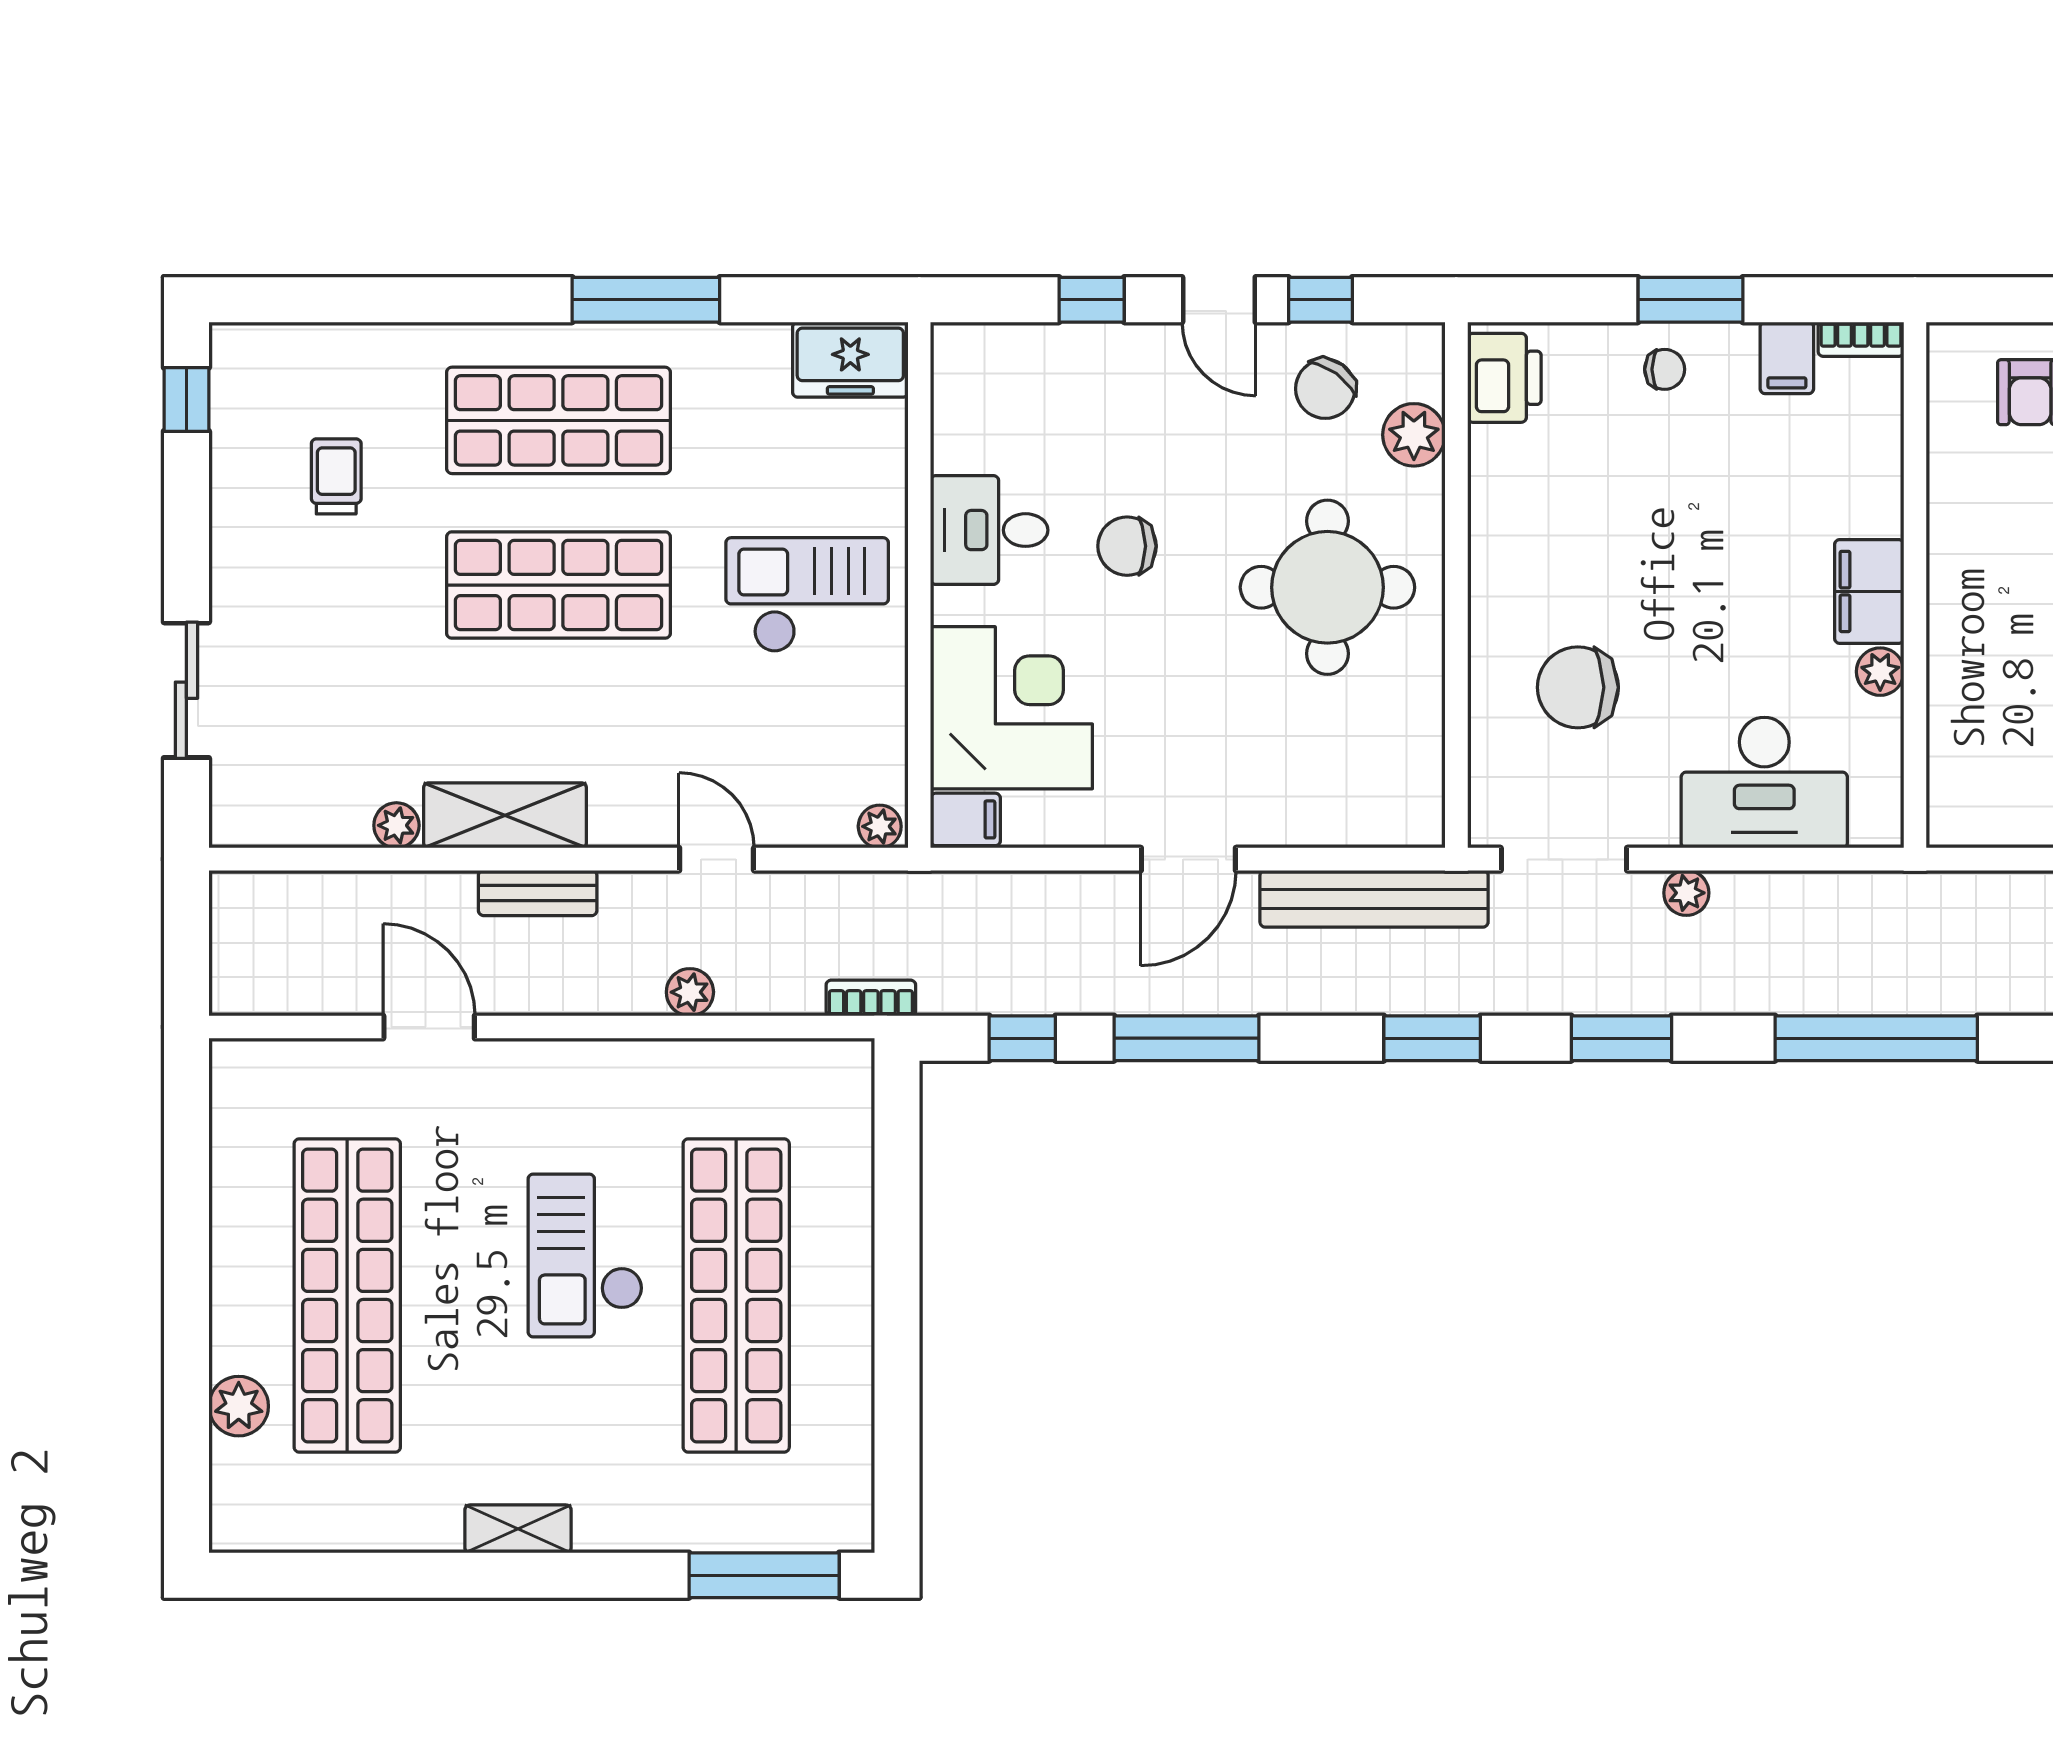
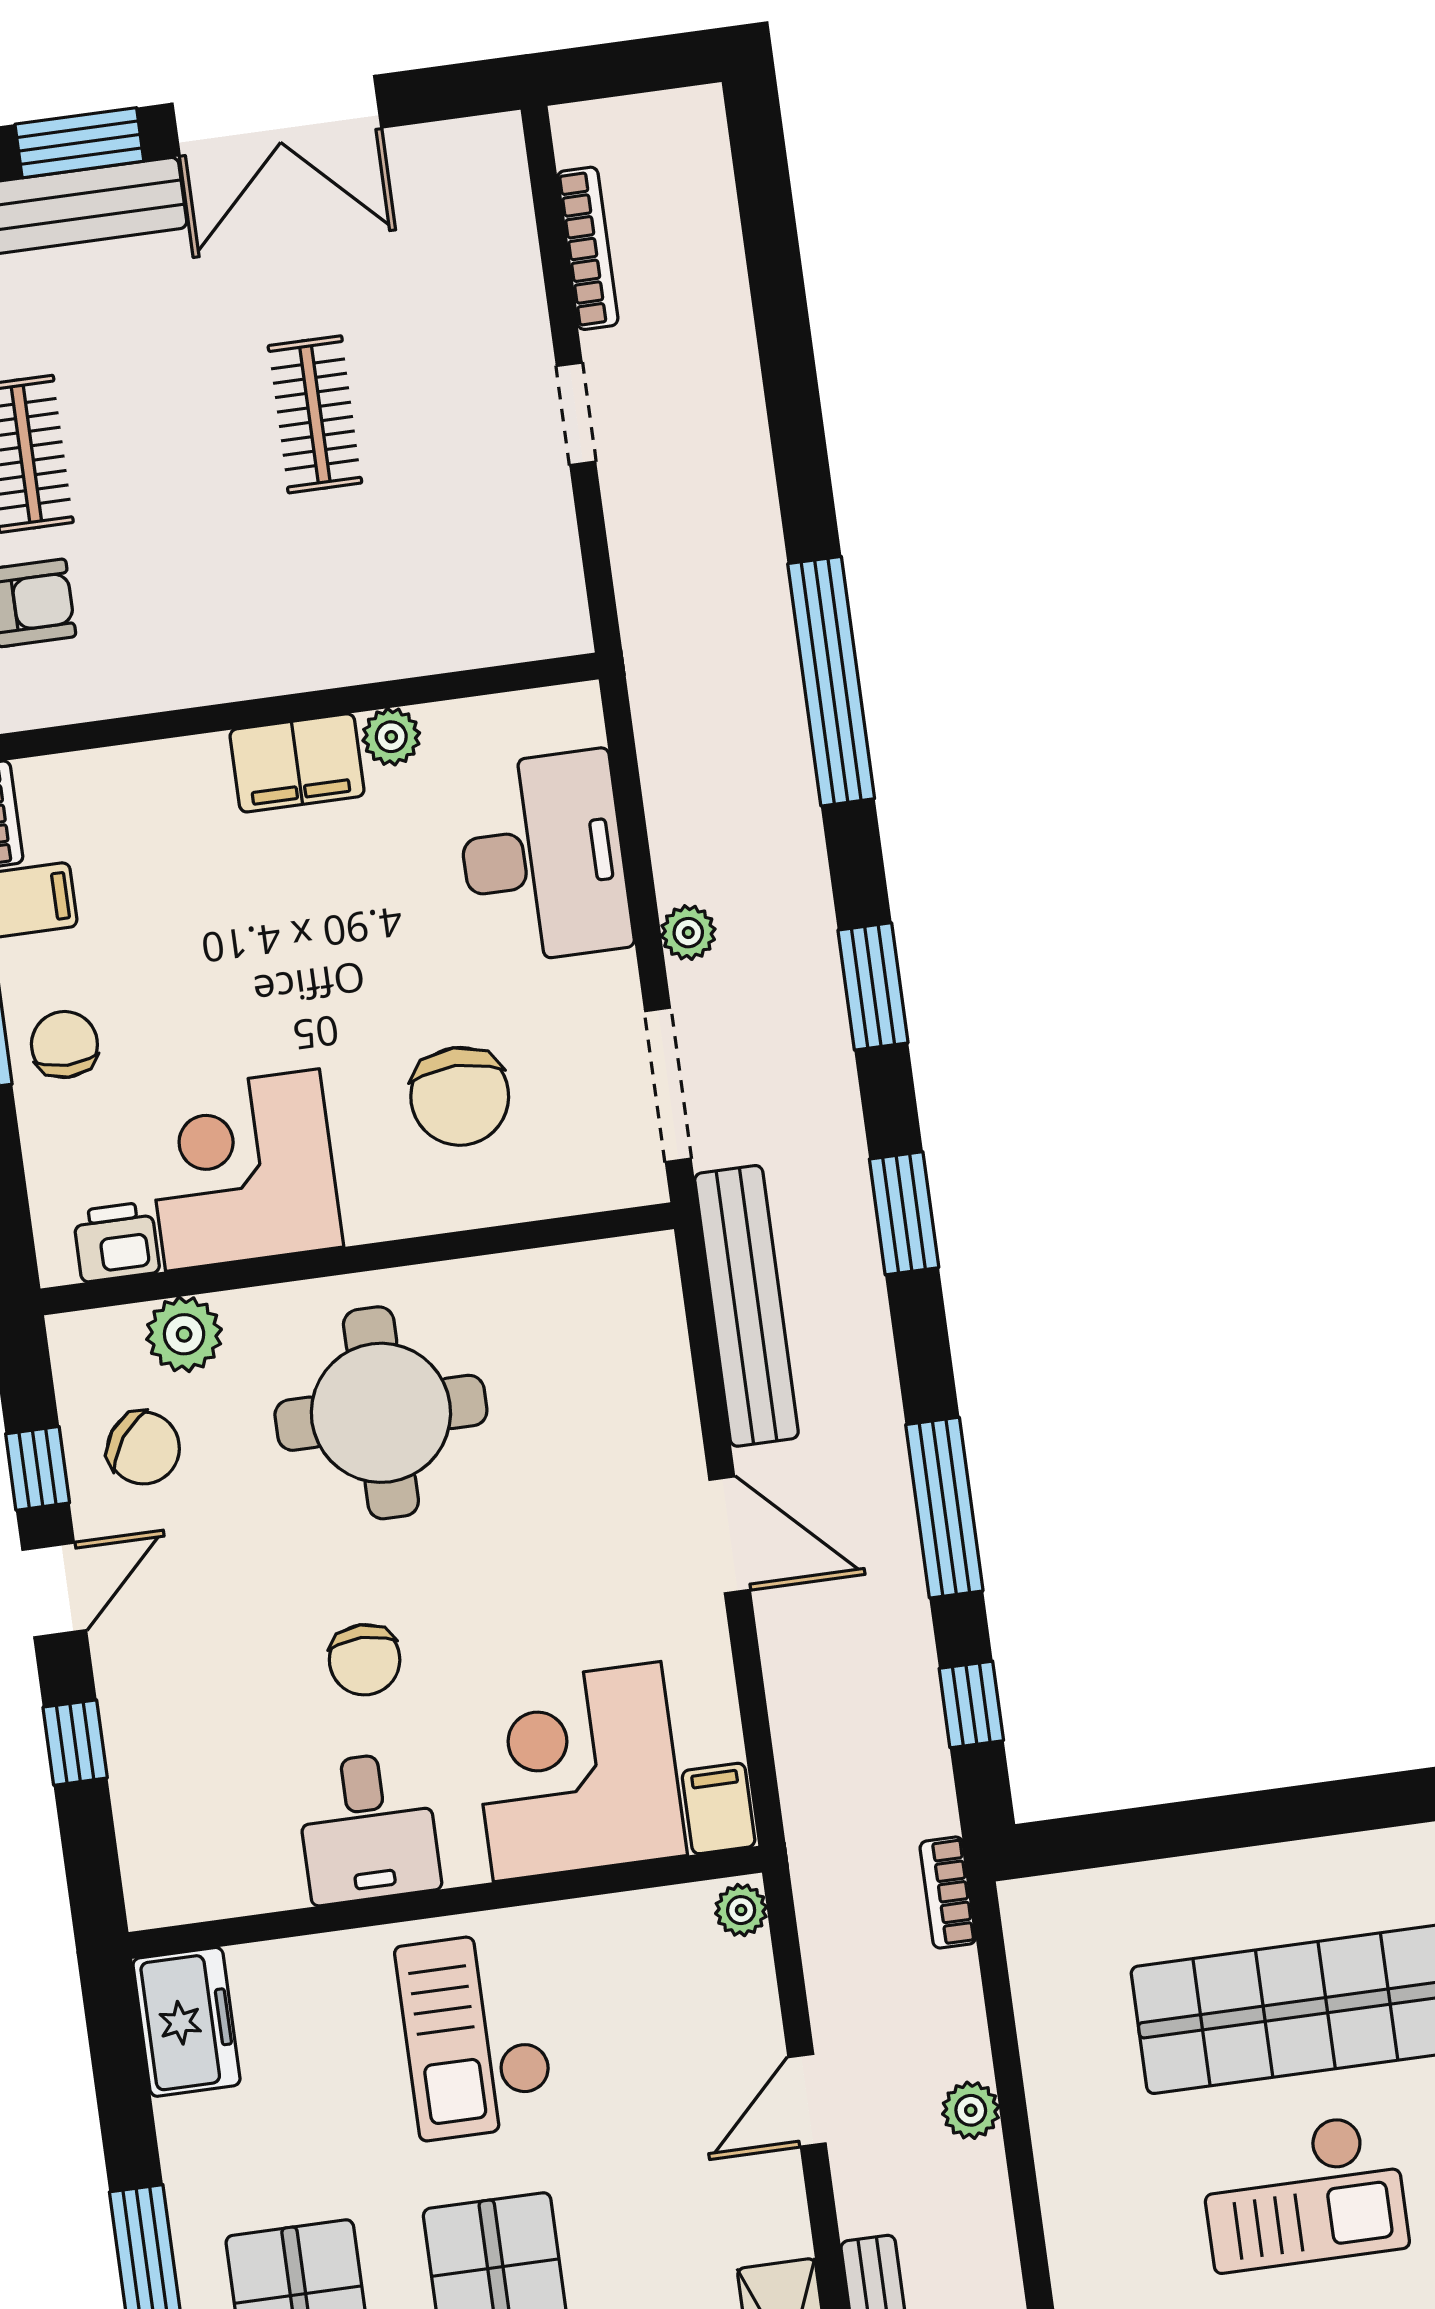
chair: (1665, 369) -> (64, 1045), width x1.37, depth x1.37
printer: (1504, 378) -> (116, 1242), width x0.73, depth x0.81
corner desk: (1542, 501) -> (243, 1170), added

